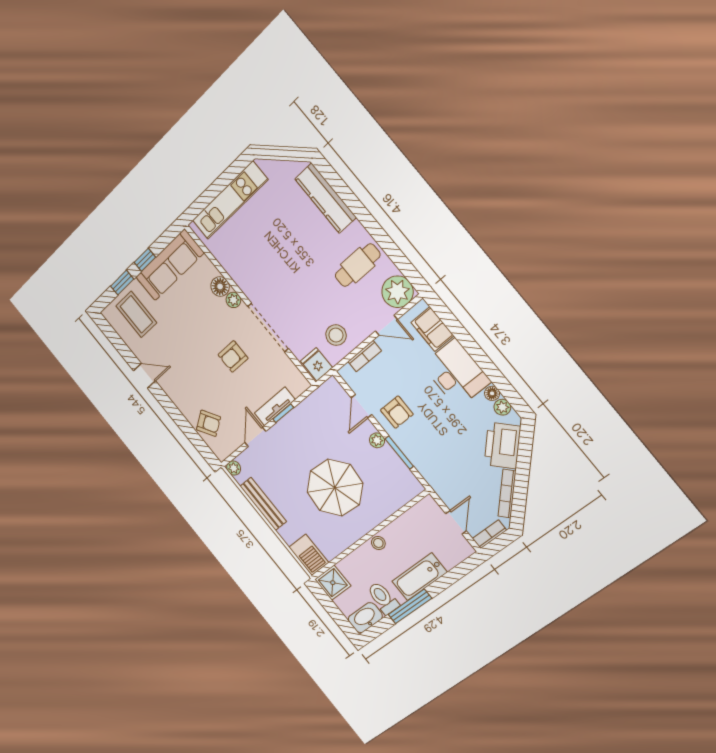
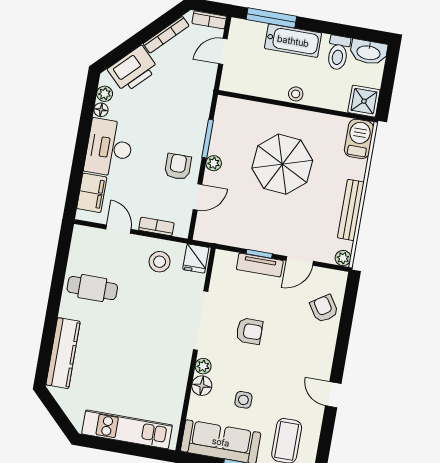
plant: (397, 292) -> (86, 242), removed
side table: (187, 309) -> (243, 400), added
window: (410, 606) -> (271, 18), moved

